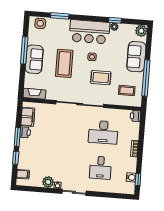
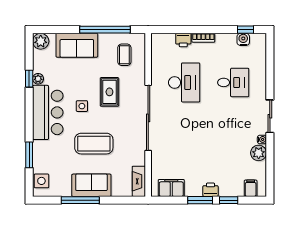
printer: (135, 116) -> (183, 40), moved
printer: (25, 132) -> (211, 190), moved

